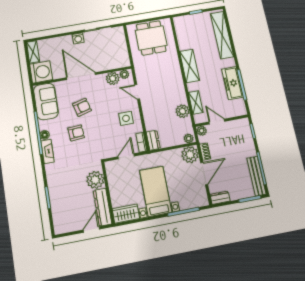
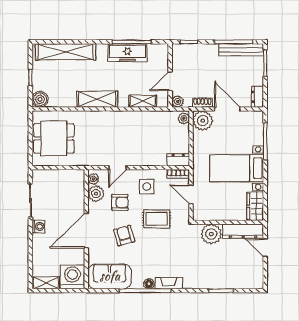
boiler: (180, 22) -> (40, 99), added
plant: (183, 111) -> (150, 119), removed
rug: (100, 131) -> (157, 219), added
armchair: (76, 133) -> (120, 202), moved, turned 94

